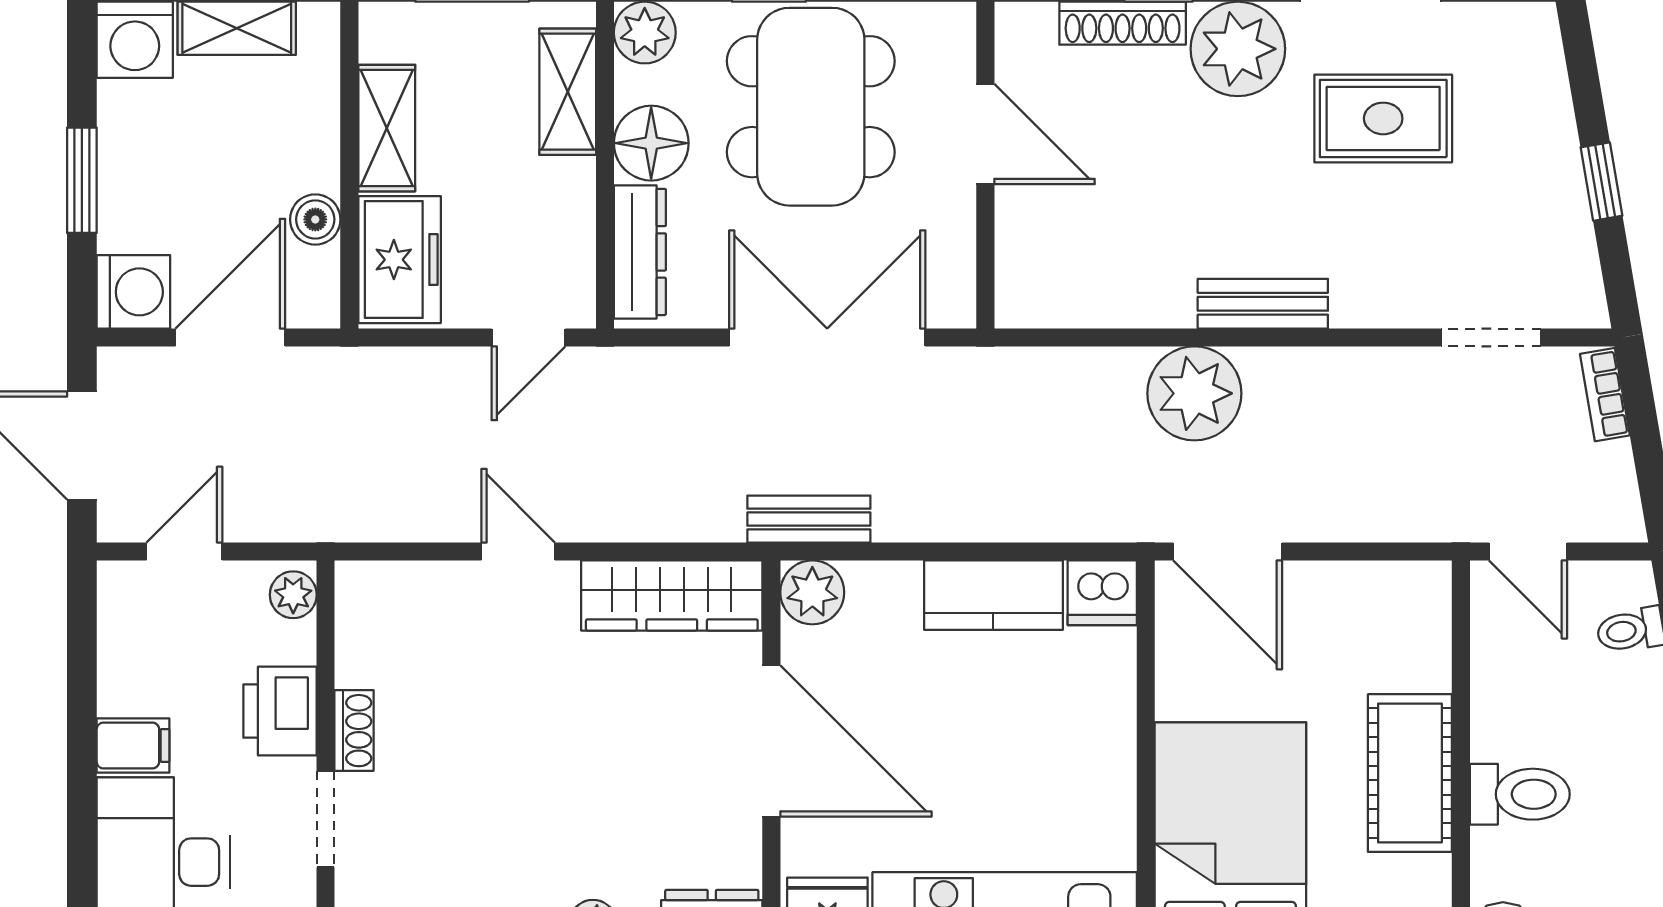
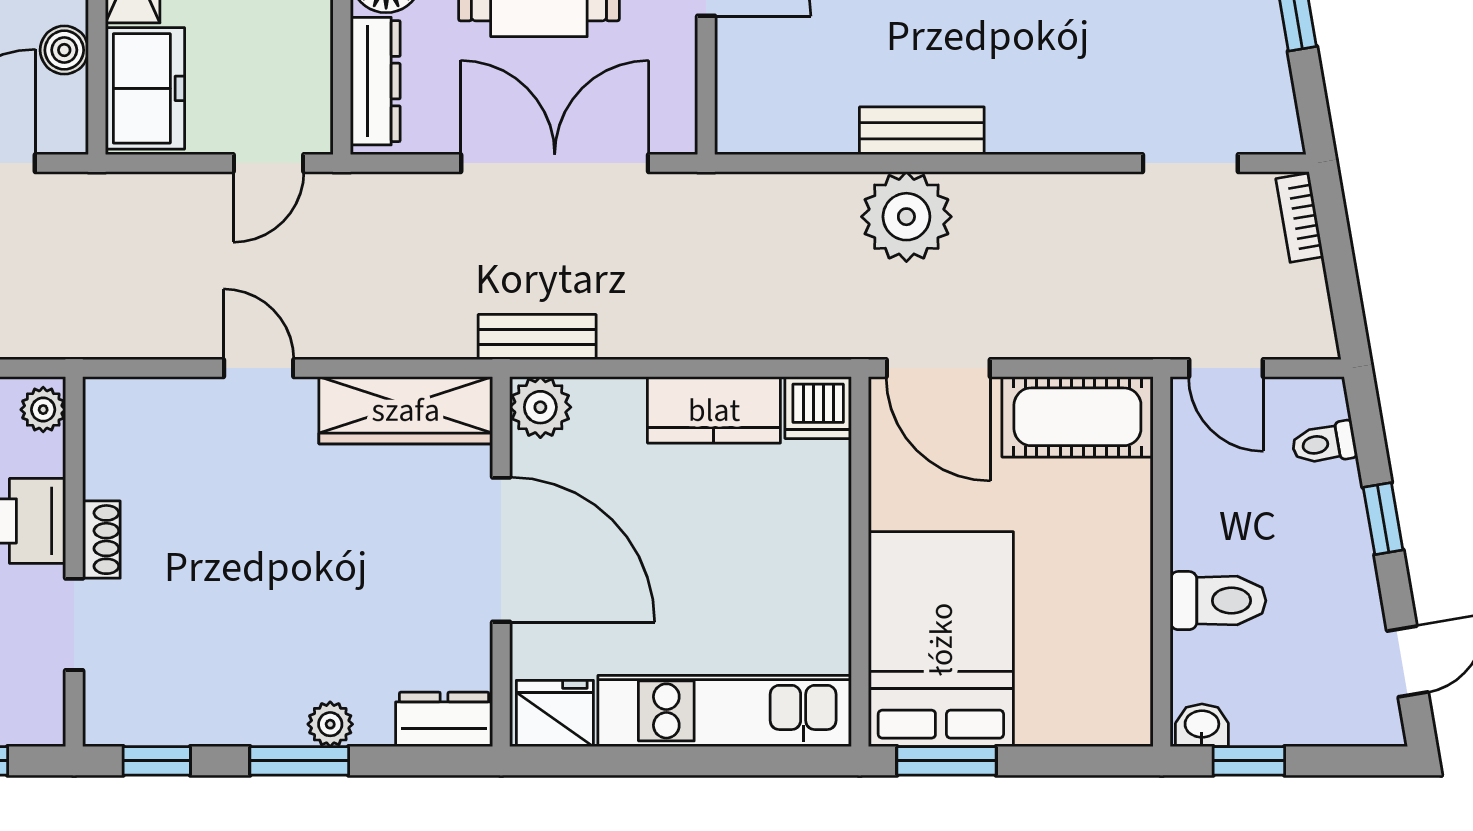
bench: (1263, 304) -> (922, 131), moved
cot: (1410, 773) -> (1077, 417), moved, turned 90

